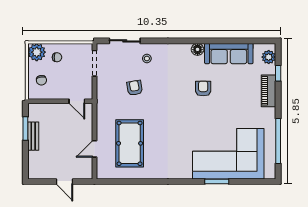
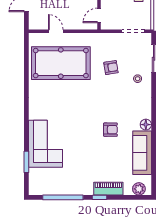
window: (278, 73) -> (100, 197), moved
pool table: (130, 143) -> (61, 63), width x1.36, depth x1.32
corner sofa: (228, 154) -> (45, 144), width x0.73, depth x0.74
window: (217, 181) -> (26, 162), moved

